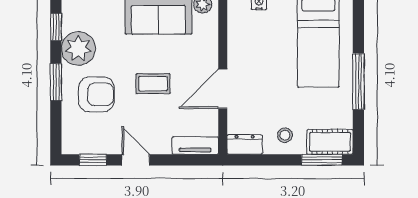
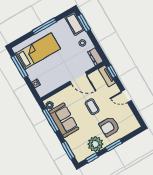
armchair: (96, 94) -> (109, 127), turned -90
window: (93, 160) -> (112, 72), moved
door: (136, 160) -> (126, 96), hinge flipped

